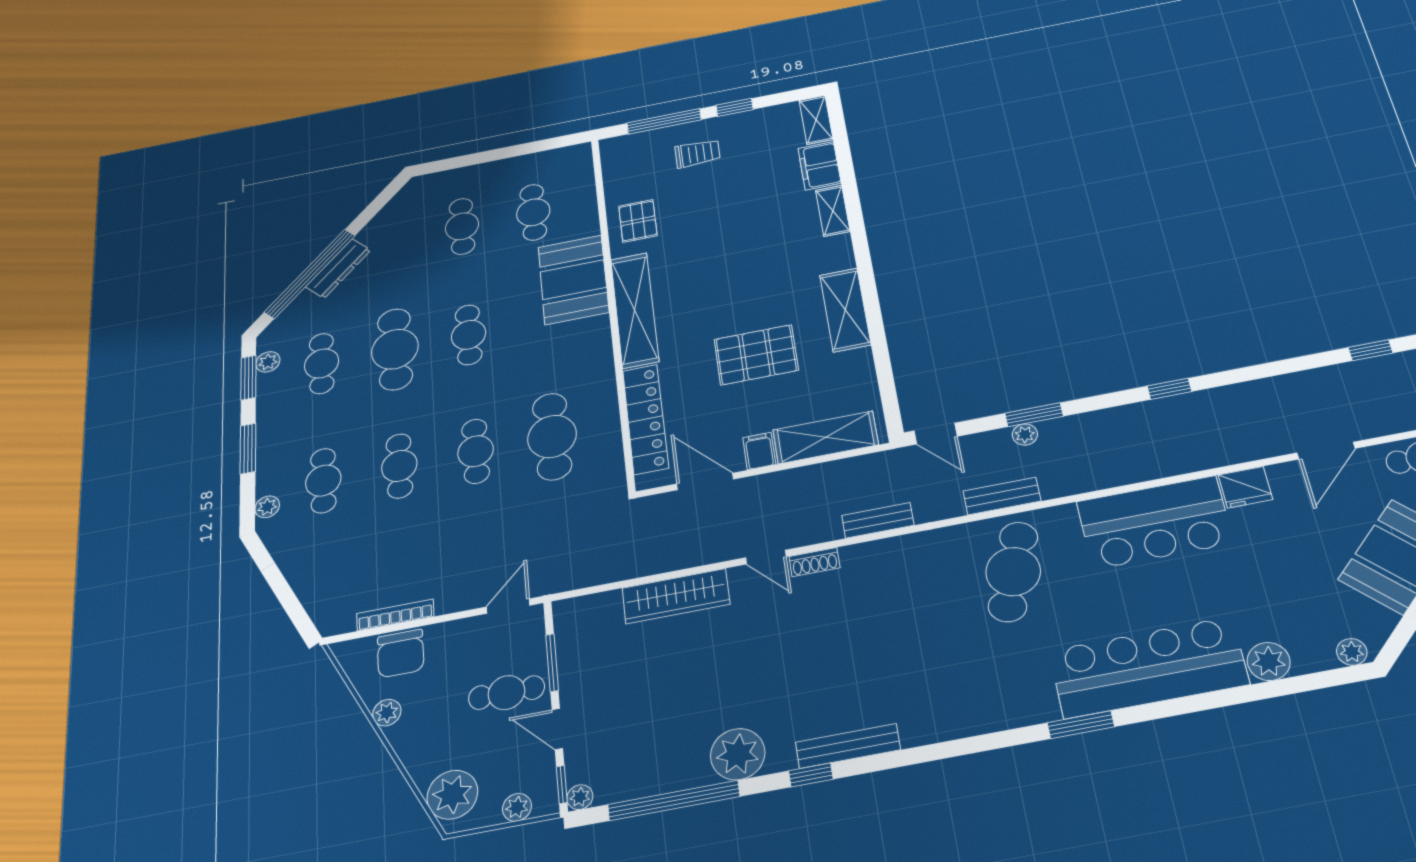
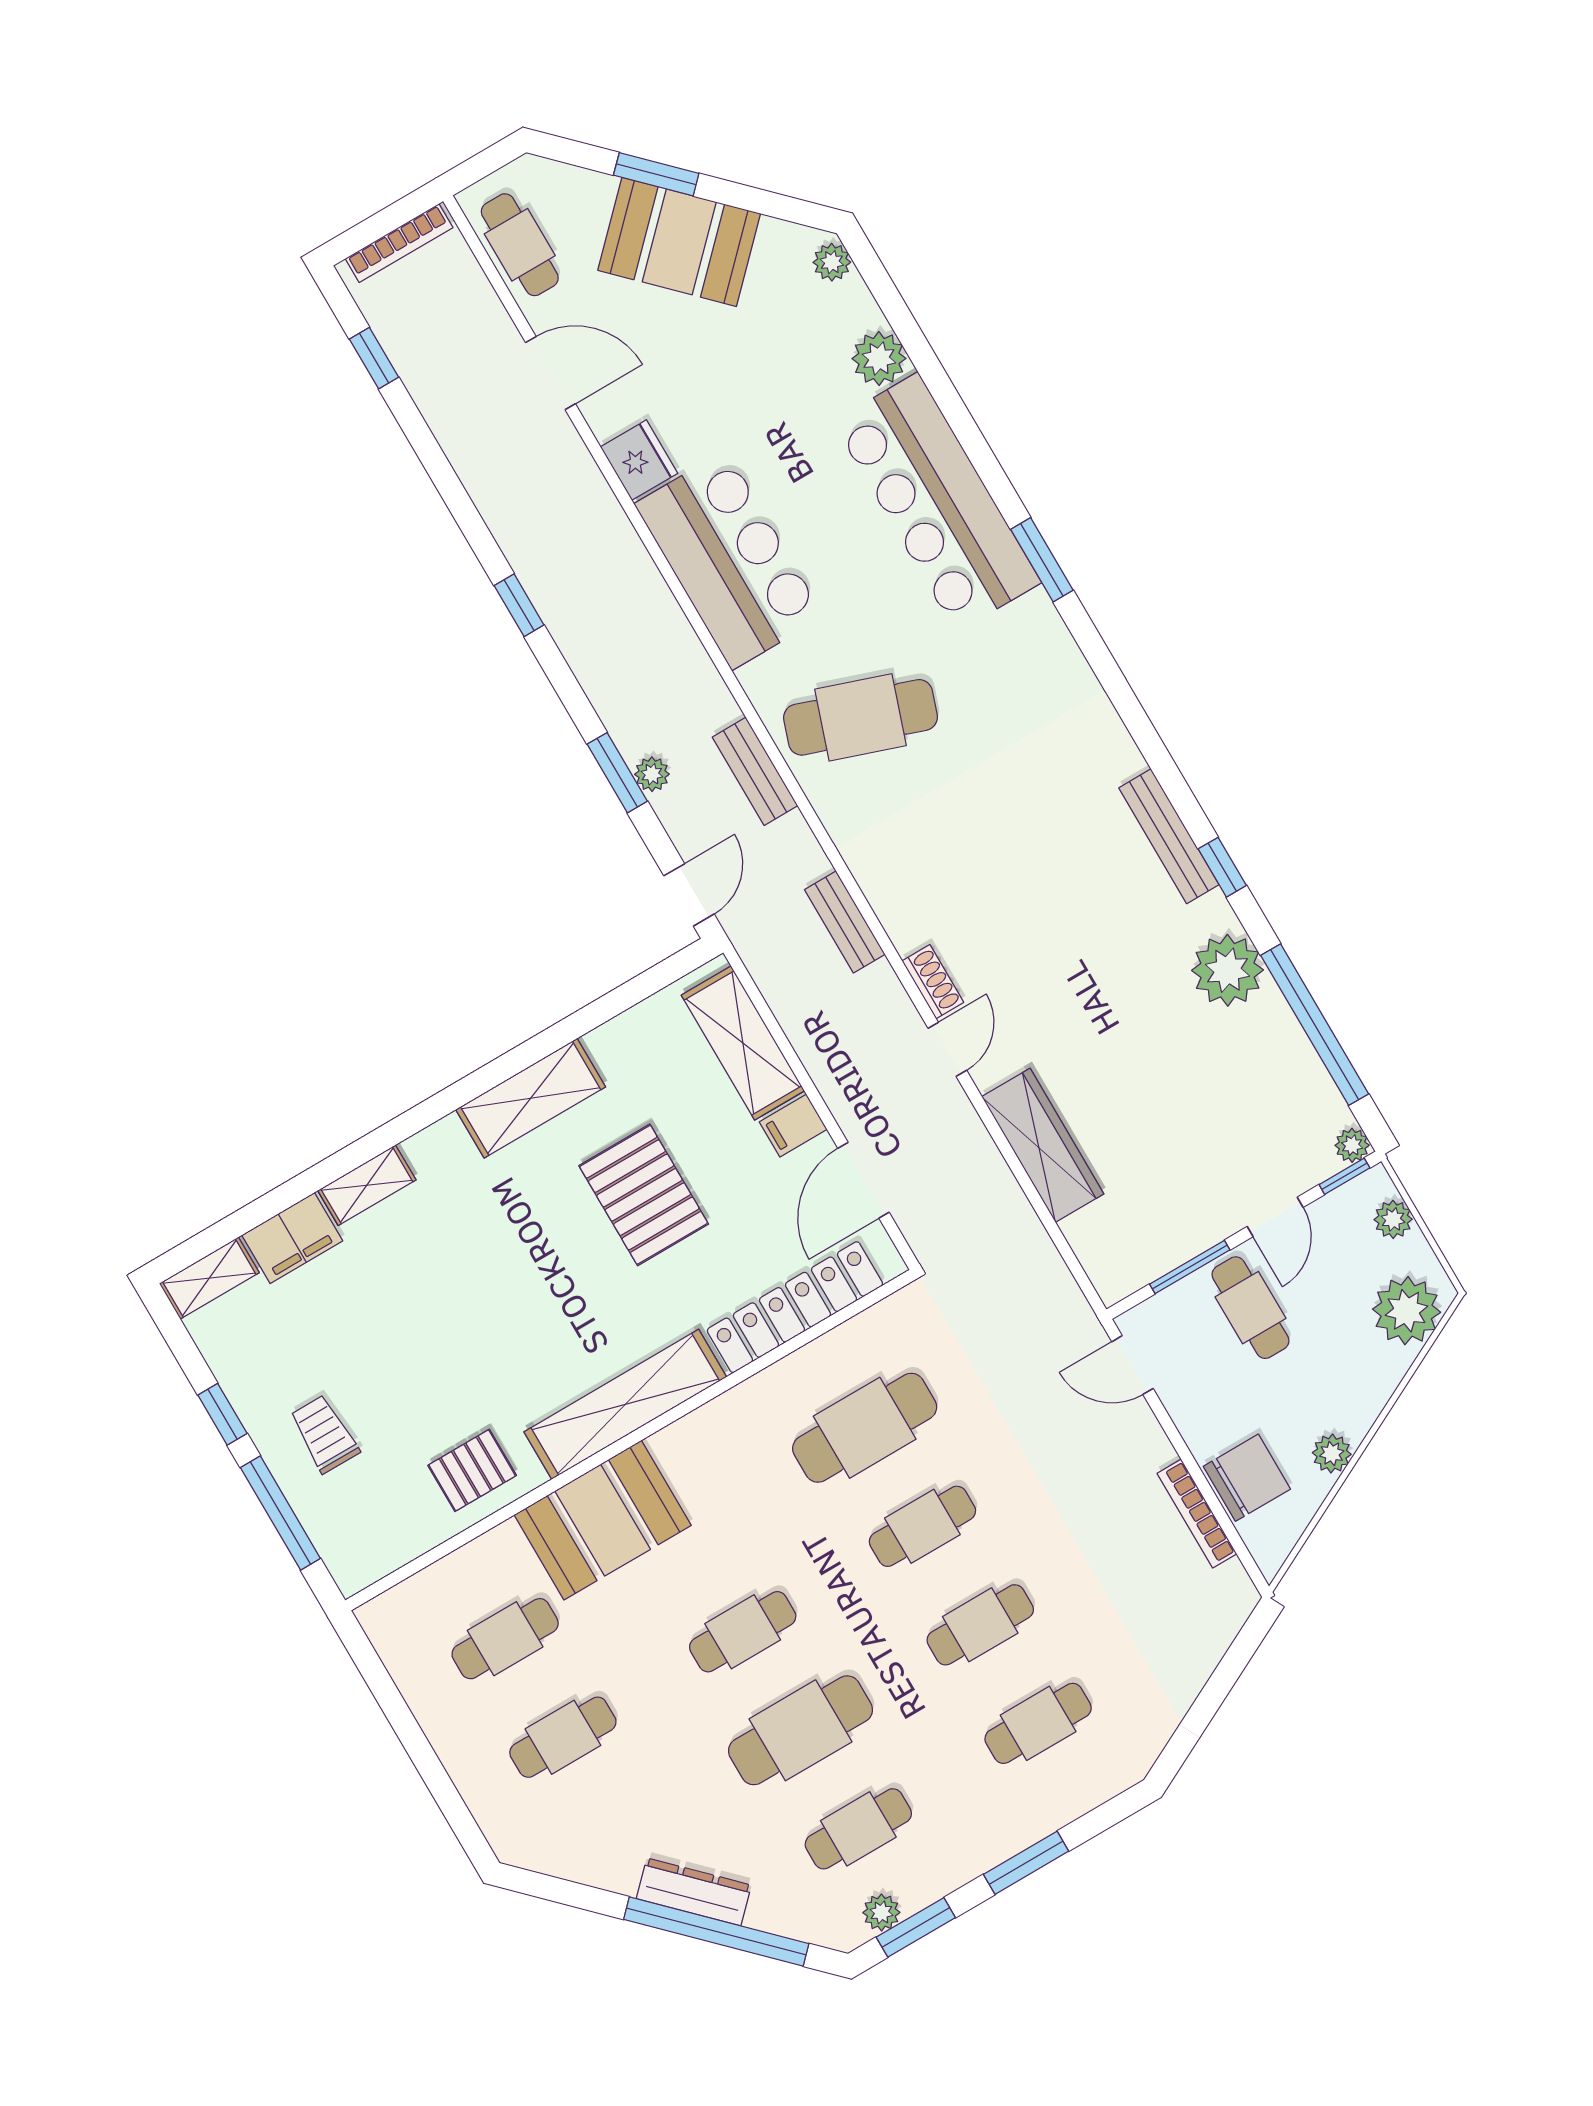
plant: (267, 507) -> (1103, 1783), removed

